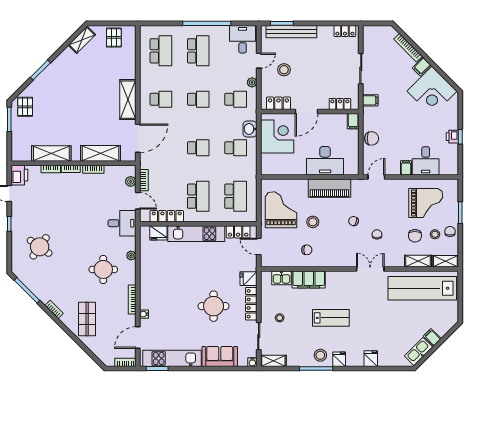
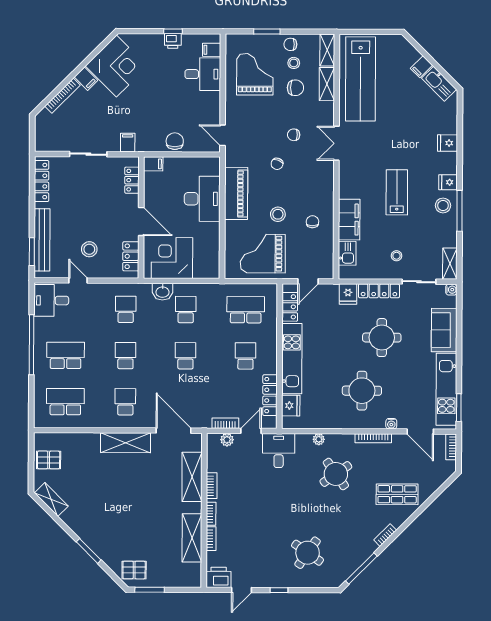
locker: (345, 31) -> (42, 181), width x1.53
plant: (252, 82) -> (105, 289), removed
filing cabinet: (406, 168) -> (212, 50), moved
school desk: (198, 196) -> (246, 356), width x0.54
round table: (103, 269) -> (336, 474), turned -35
round table: (171, 290) -> (362, 391), added

